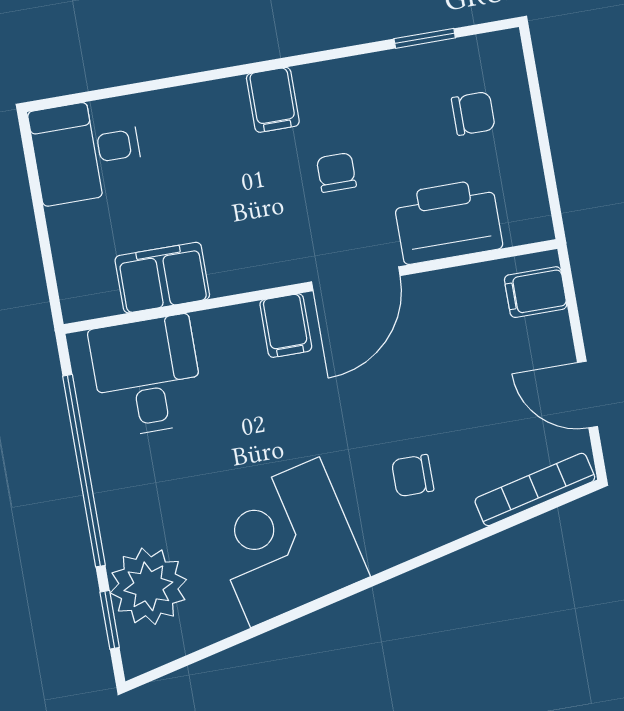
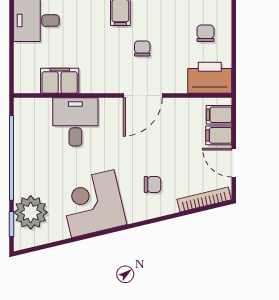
chair: (473, 113) -> (205, 33), turned -90
printer: (448, 221) -> (210, 78), moved
filing cabinet: (286, 326) -> (219, 135), moved, turned 90
desk: (147, 376) -> (75, 122), moved
chair: (413, 476) -> (153, 184), turned 180

